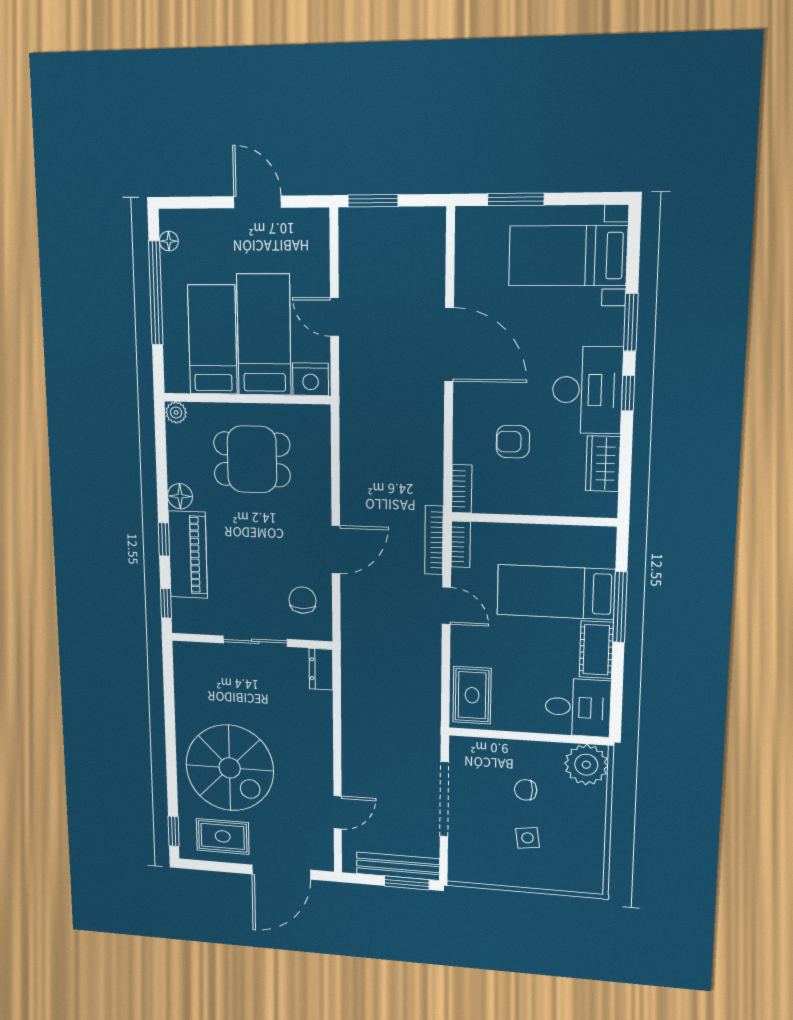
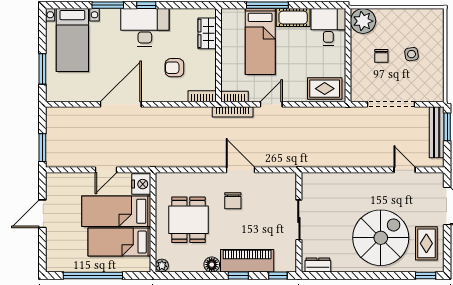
floor lamp: (169, 241) -> (64, 267), removed
armchair: (513, 442) -> (174, 68), turned 90
wardrobe: (603, 464) -> (207, 33), moved, turned 90
chair: (302, 600) -> (233, 201), moved, turned -90
dresser: (321, 669) -> (318, 265), moved, turned 180

